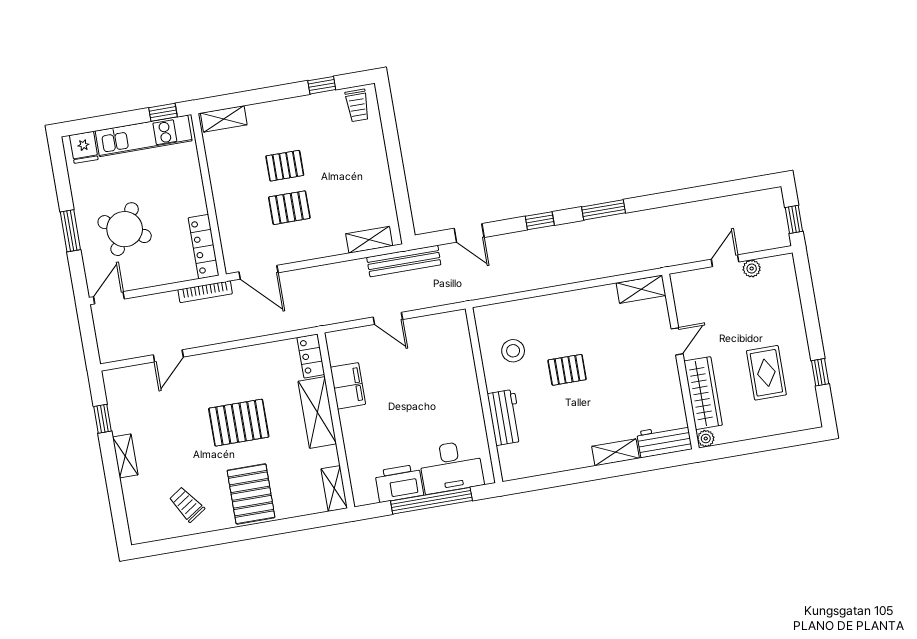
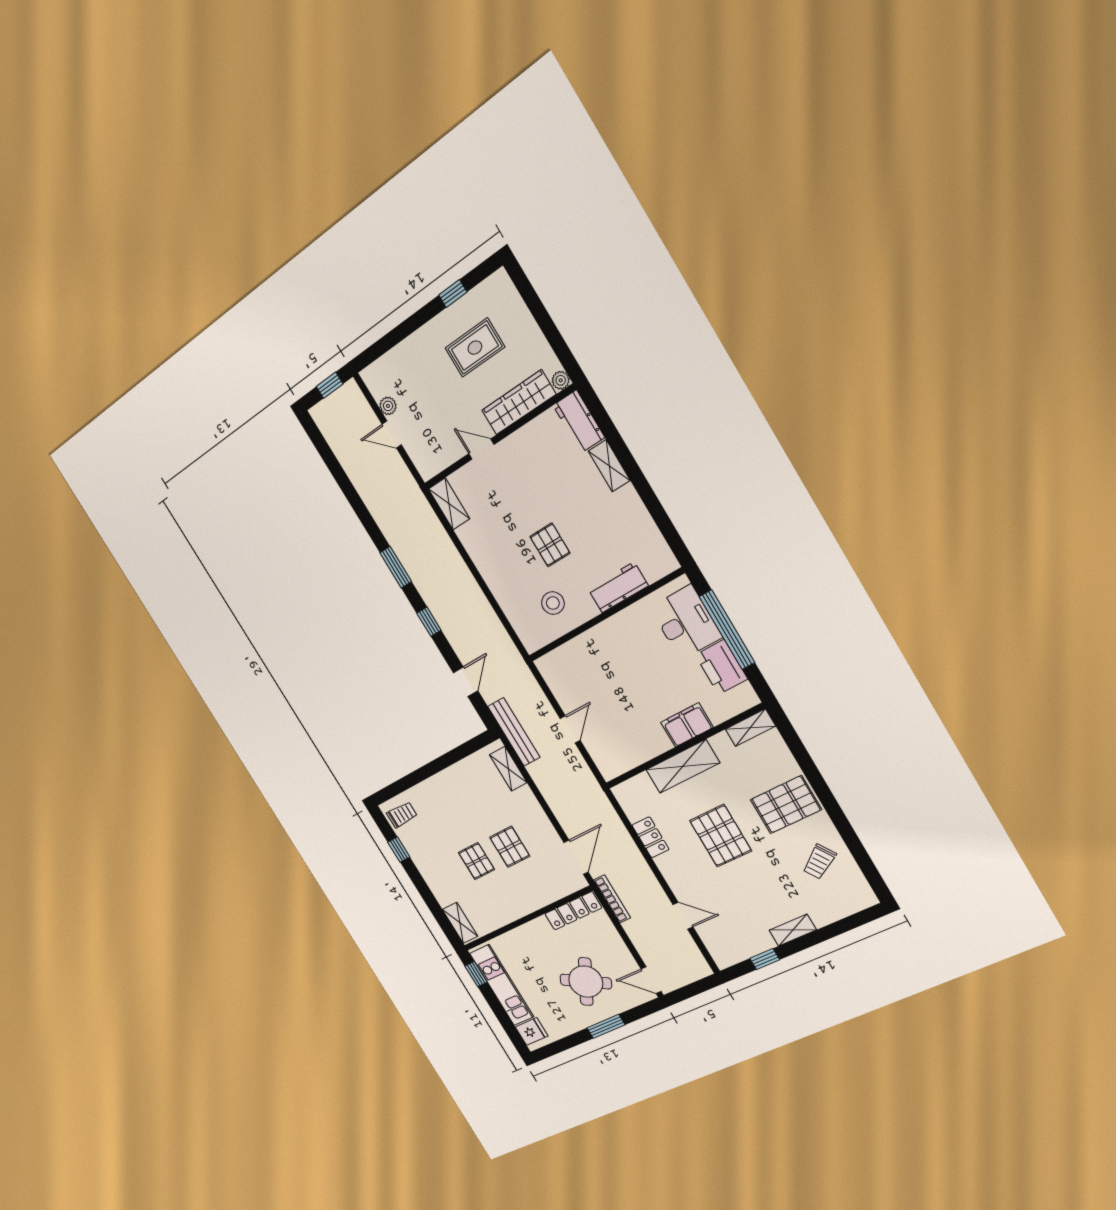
locker: (311, 356) -> (651, 837), moved, turned -90
filing cabinet: (348, 386) -> (687, 725), moved

